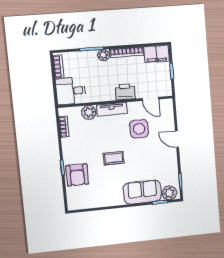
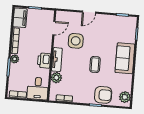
printer: (125, 92) -> (44, 61), moved
sofa: (142, 192) -> (125, 58), moved
plant: (169, 193) -> (125, 97), moved

